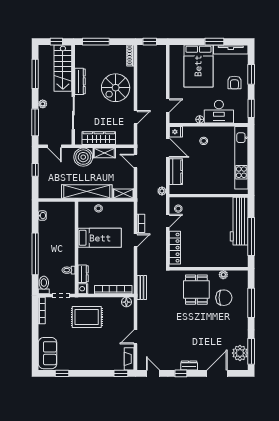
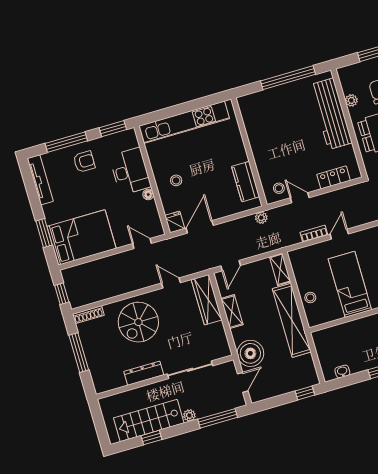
window: (56, 42) -> (99, 421), removed
window: (96, 42) -> (79, 353), moved
window: (214, 42) -> (44, 233), moved
bed: (198, 66) -> (82, 238), moved
stairs: (63, 68) -> (149, 421), moved, turned 180
window: (35, 74) -> (151, 438), width x0.46
window: (251, 74) -> (66, 142), width x1.44
spiral stairs: (116, 88) -> (138, 322), turned 90
wardrobe: (99, 138) -> (207, 300), moved
boiler: (83, 157) -> (250, 353), moved
window: (35, 170) -> (305, 393), moved
kitchen counter: (176, 172) -> (246, 182), moved, turned -90
workbench: (239, 221) -> (331, 114), moved, turned 90
door: (136, 240) -> (339, 234), hinge flipped
locker: (175, 248) -> (334, 177), width x0.66

